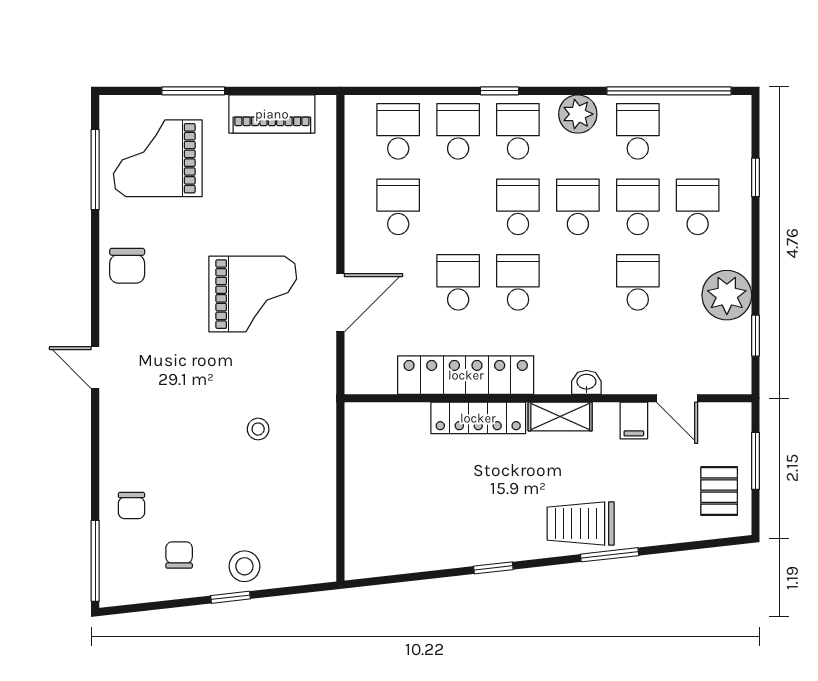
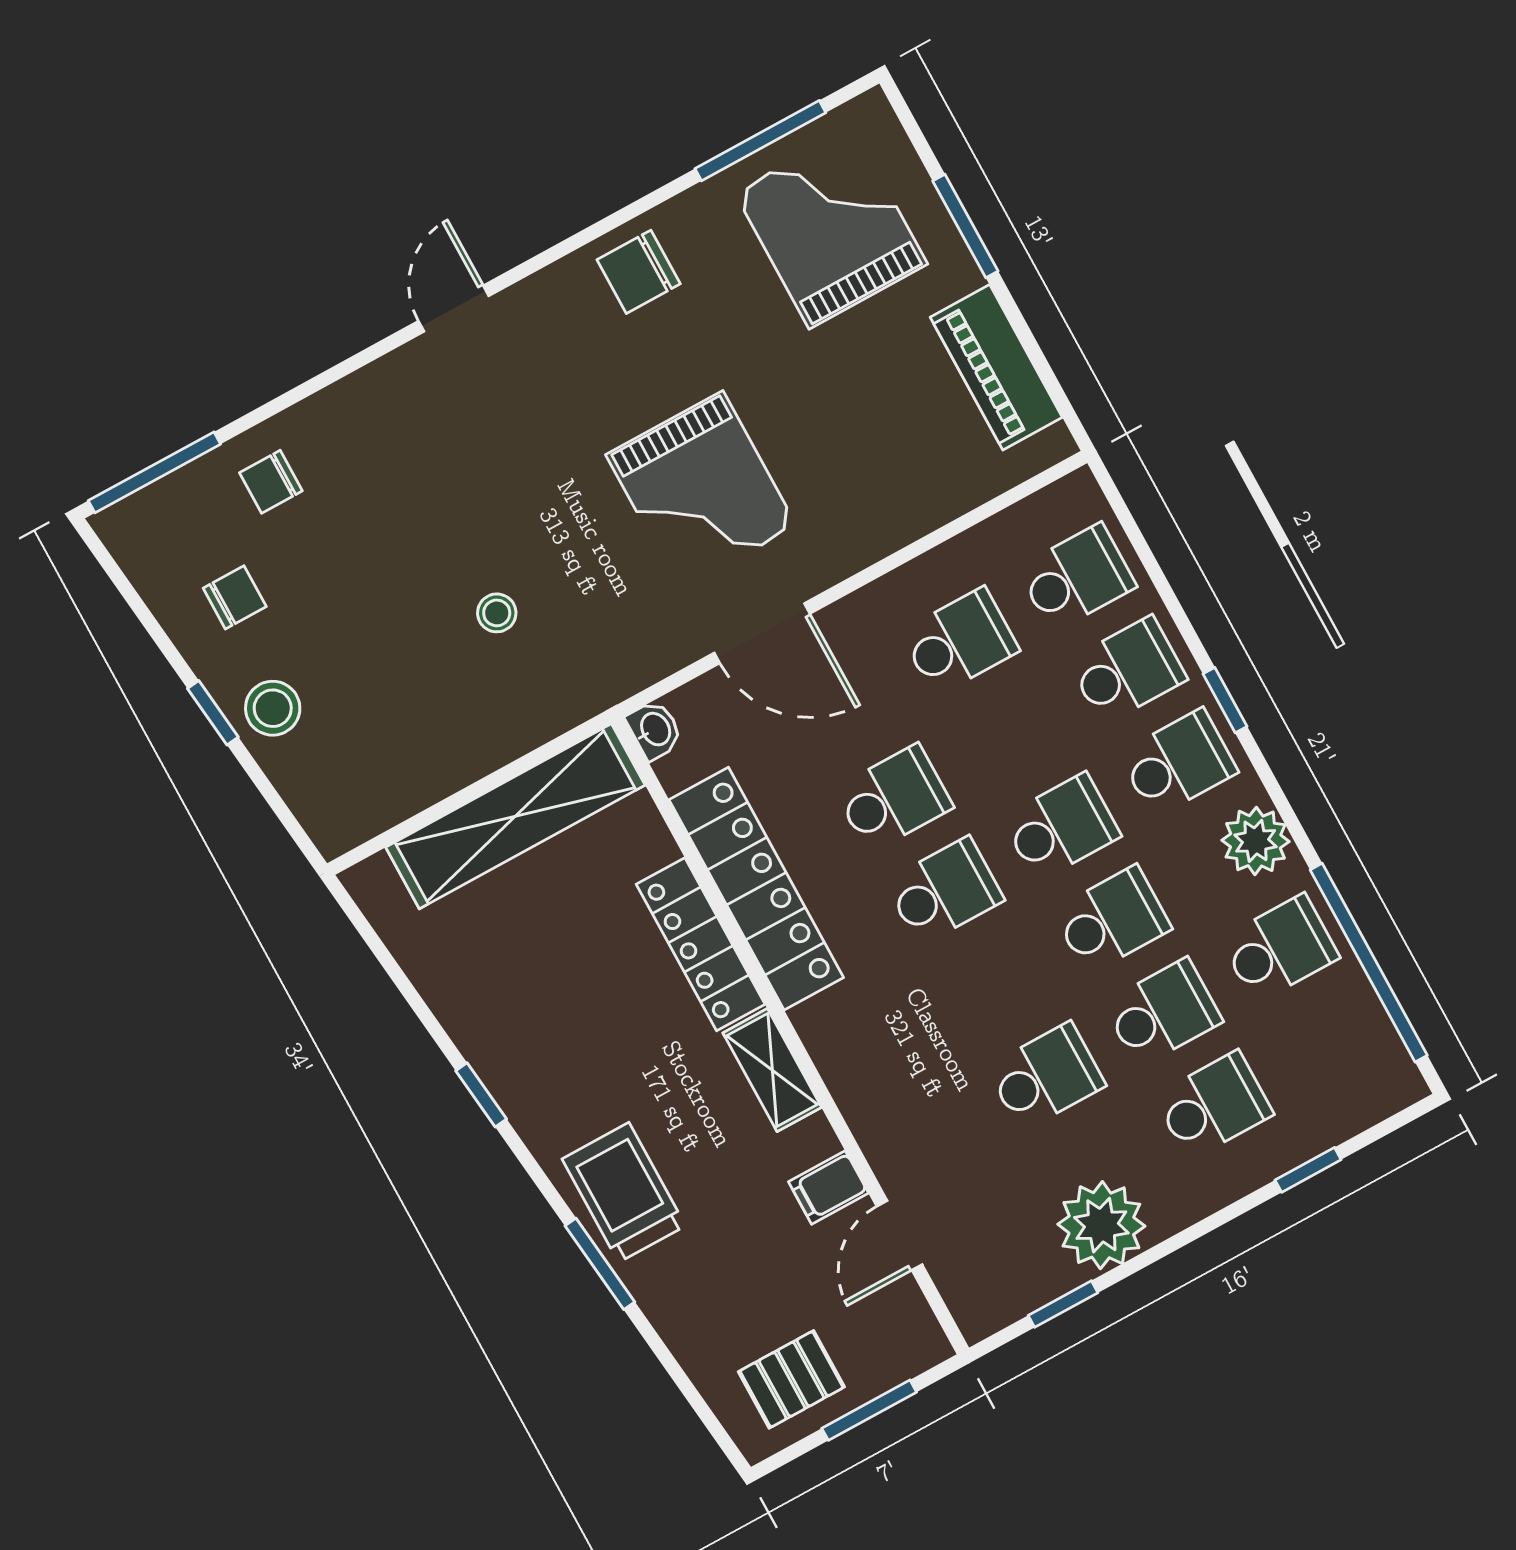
washbasin: (586, 382) -> (655, 730), moved
shelving: (364, 475) -> (515, 816), added

